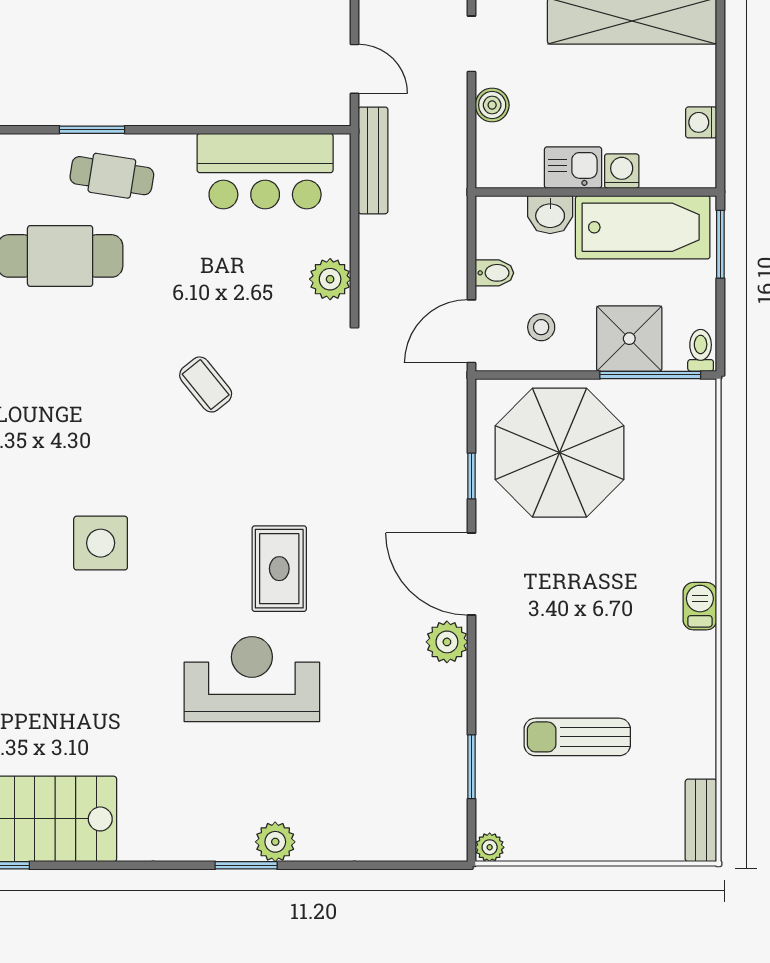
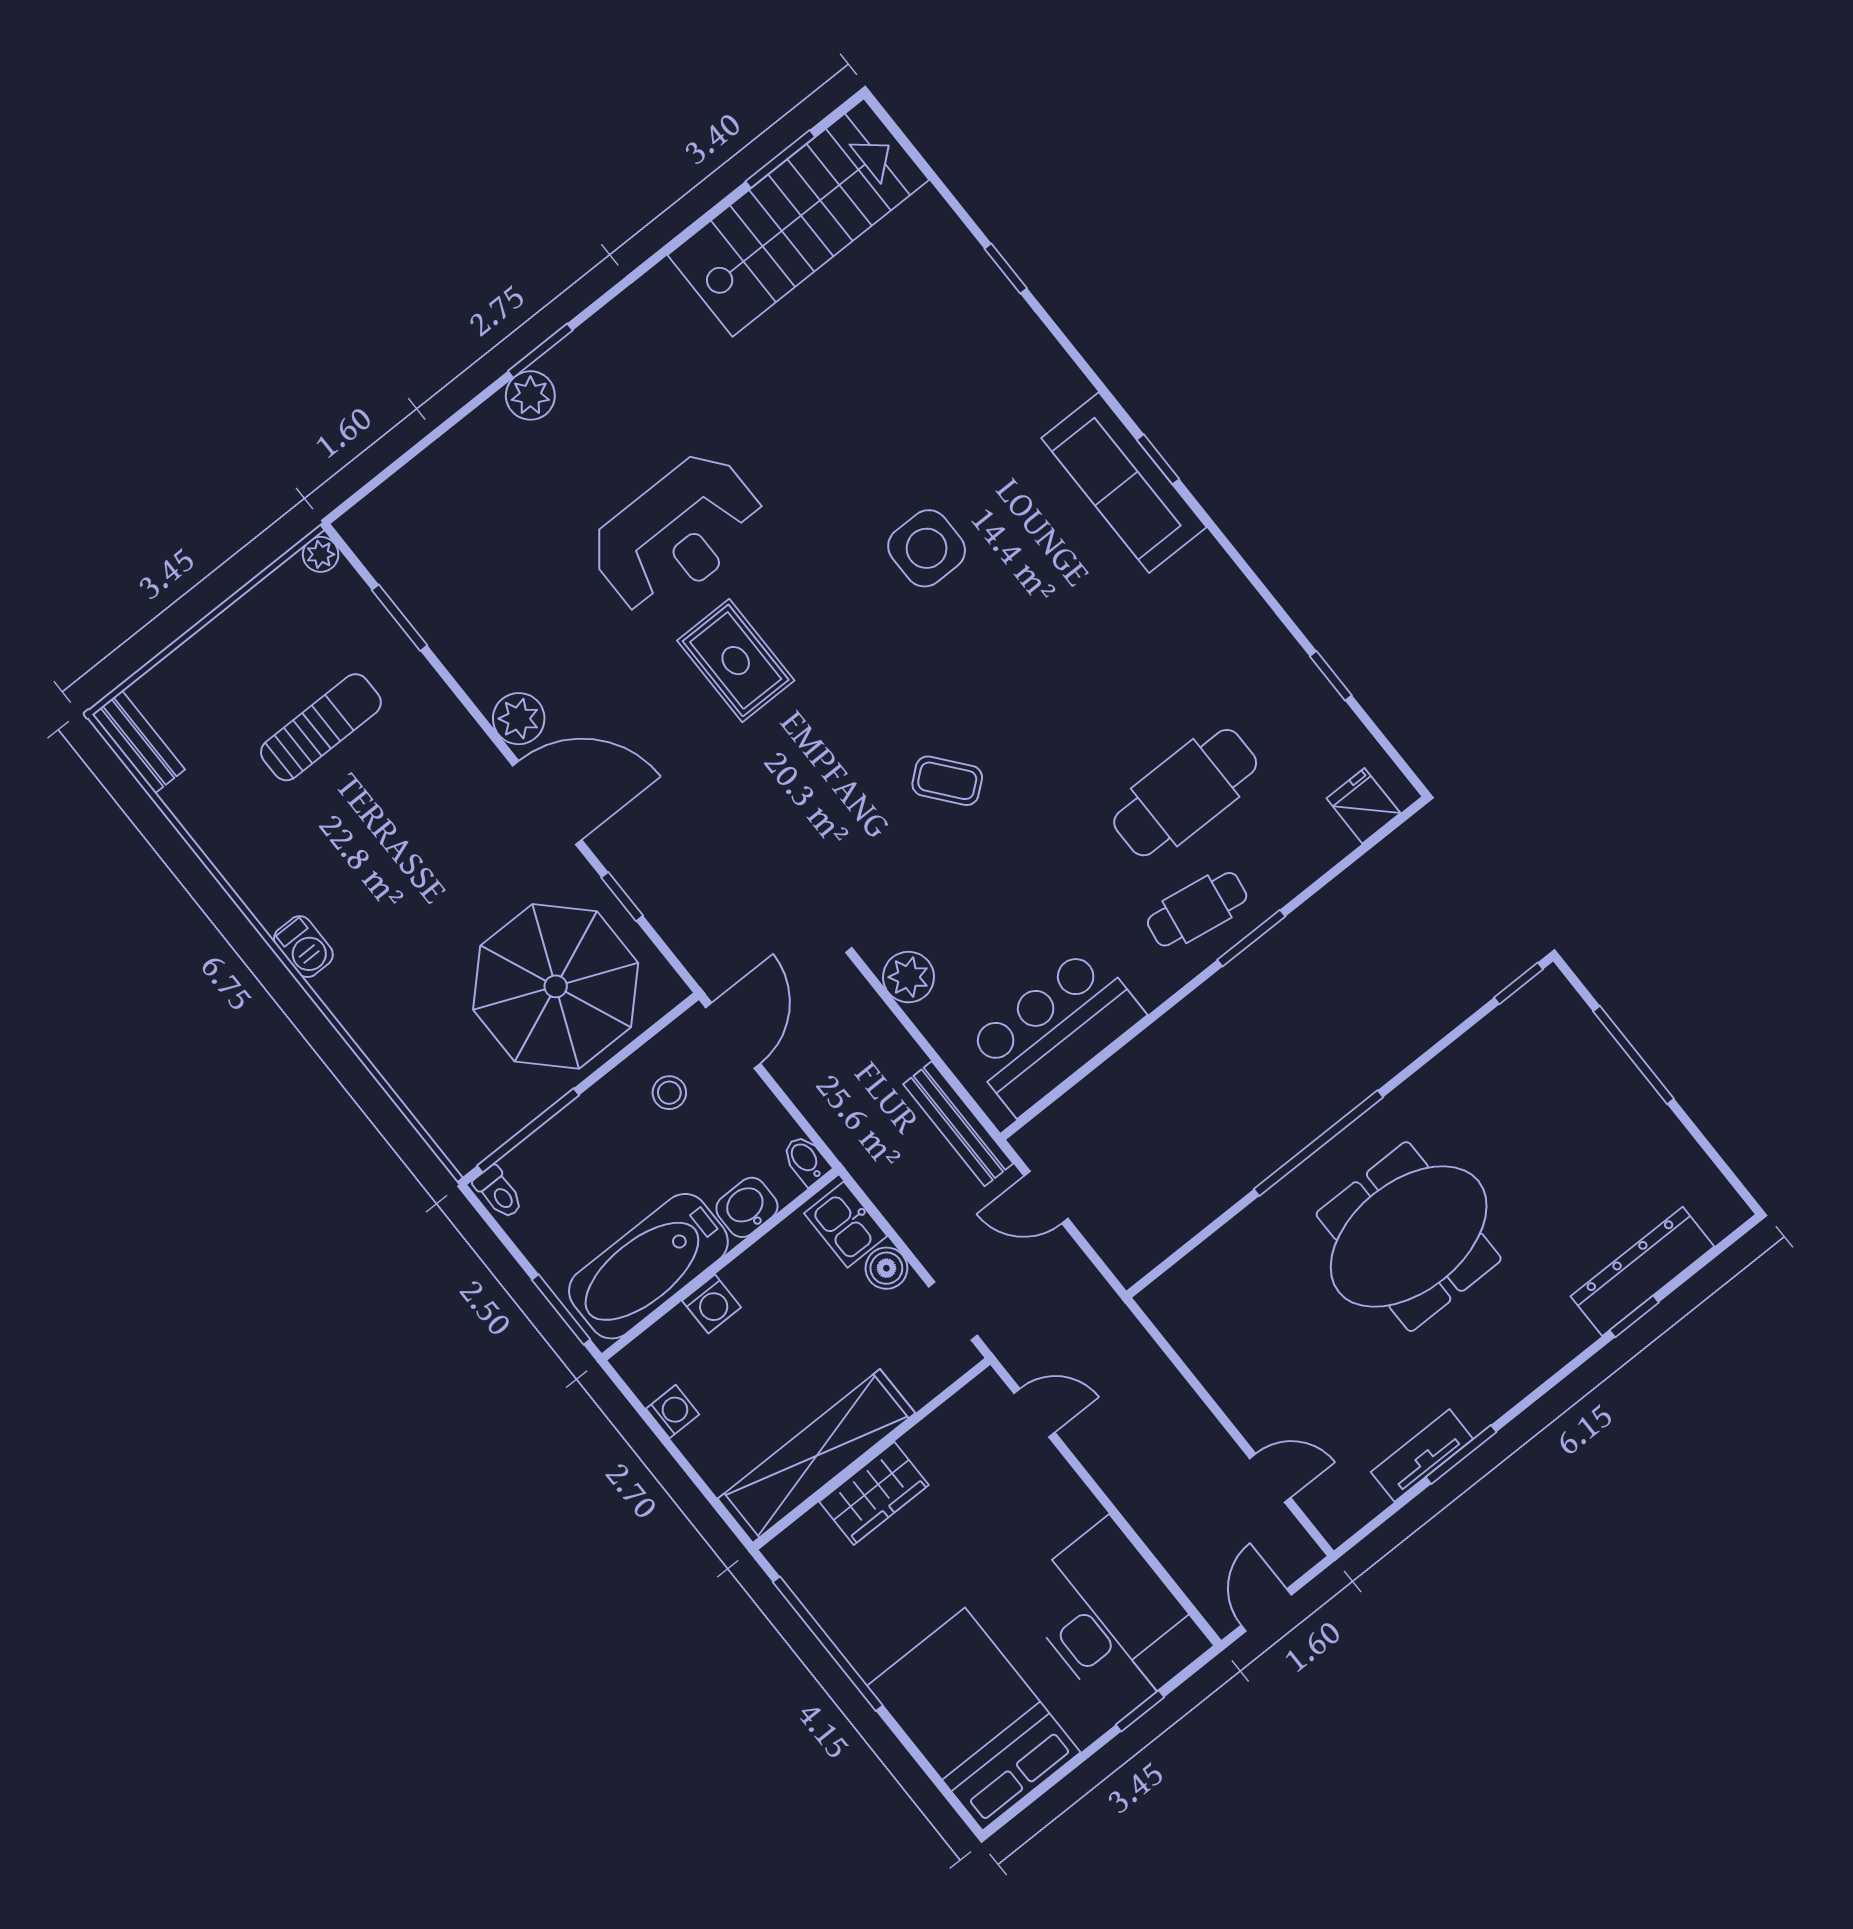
kitchen sink: (573, 168) -> (846, 1225), moved, turned 90
bidet: (494, 273) -> (806, 1160), moved, turned 90
shower: (629, 339) -> (576, 1149), removed

